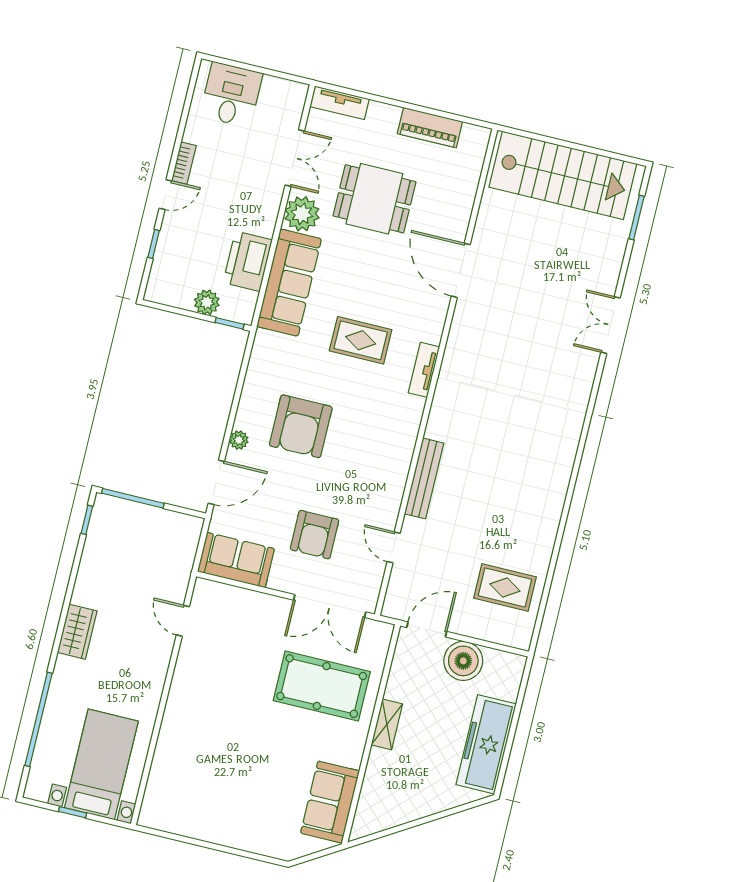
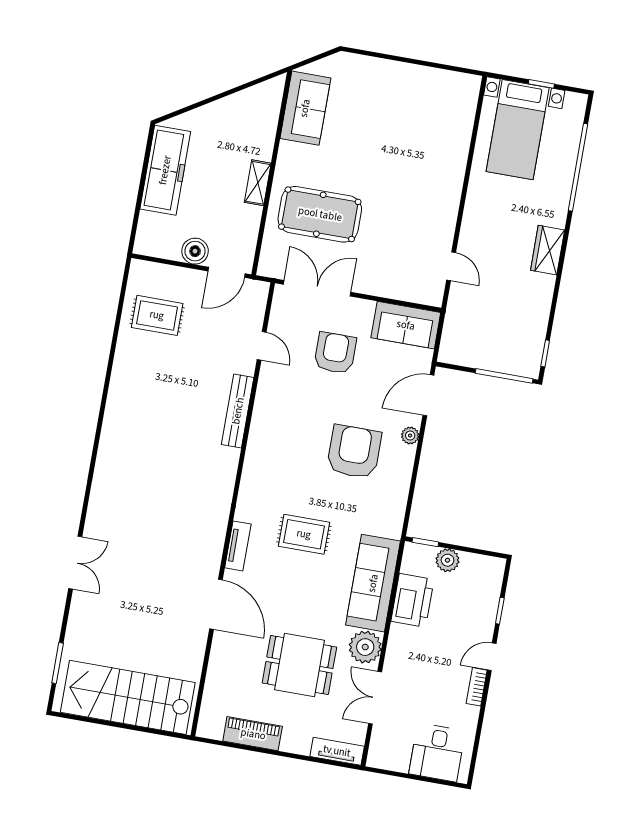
tv unit: (424, 370) -> (238, 546), moved
boiler: (463, 661) -> (195, 251), width x0.73, depth x0.73

